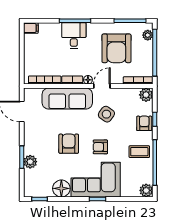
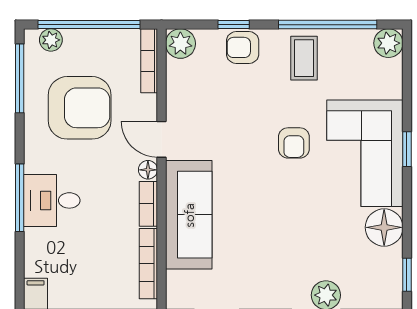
side table: (106, 114) -> (223, 130), removed
armchair: (69, 144) -> (287, 212), removed

